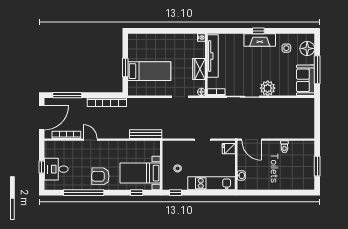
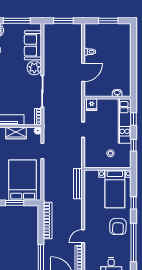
bed: (149, 71) -> (23, 180), width x1.50
sofa: (306, 80) -> (33, 45), moved, turned 90
window: (317, 119) -> (63, 21), added
door: (252, 140) -> (83, 72), moved
window: (137, 193) -> (133, 203), moved
window: (175, 193) -> (133, 145), moved
window: (214, 193) -> (133, 119), added

